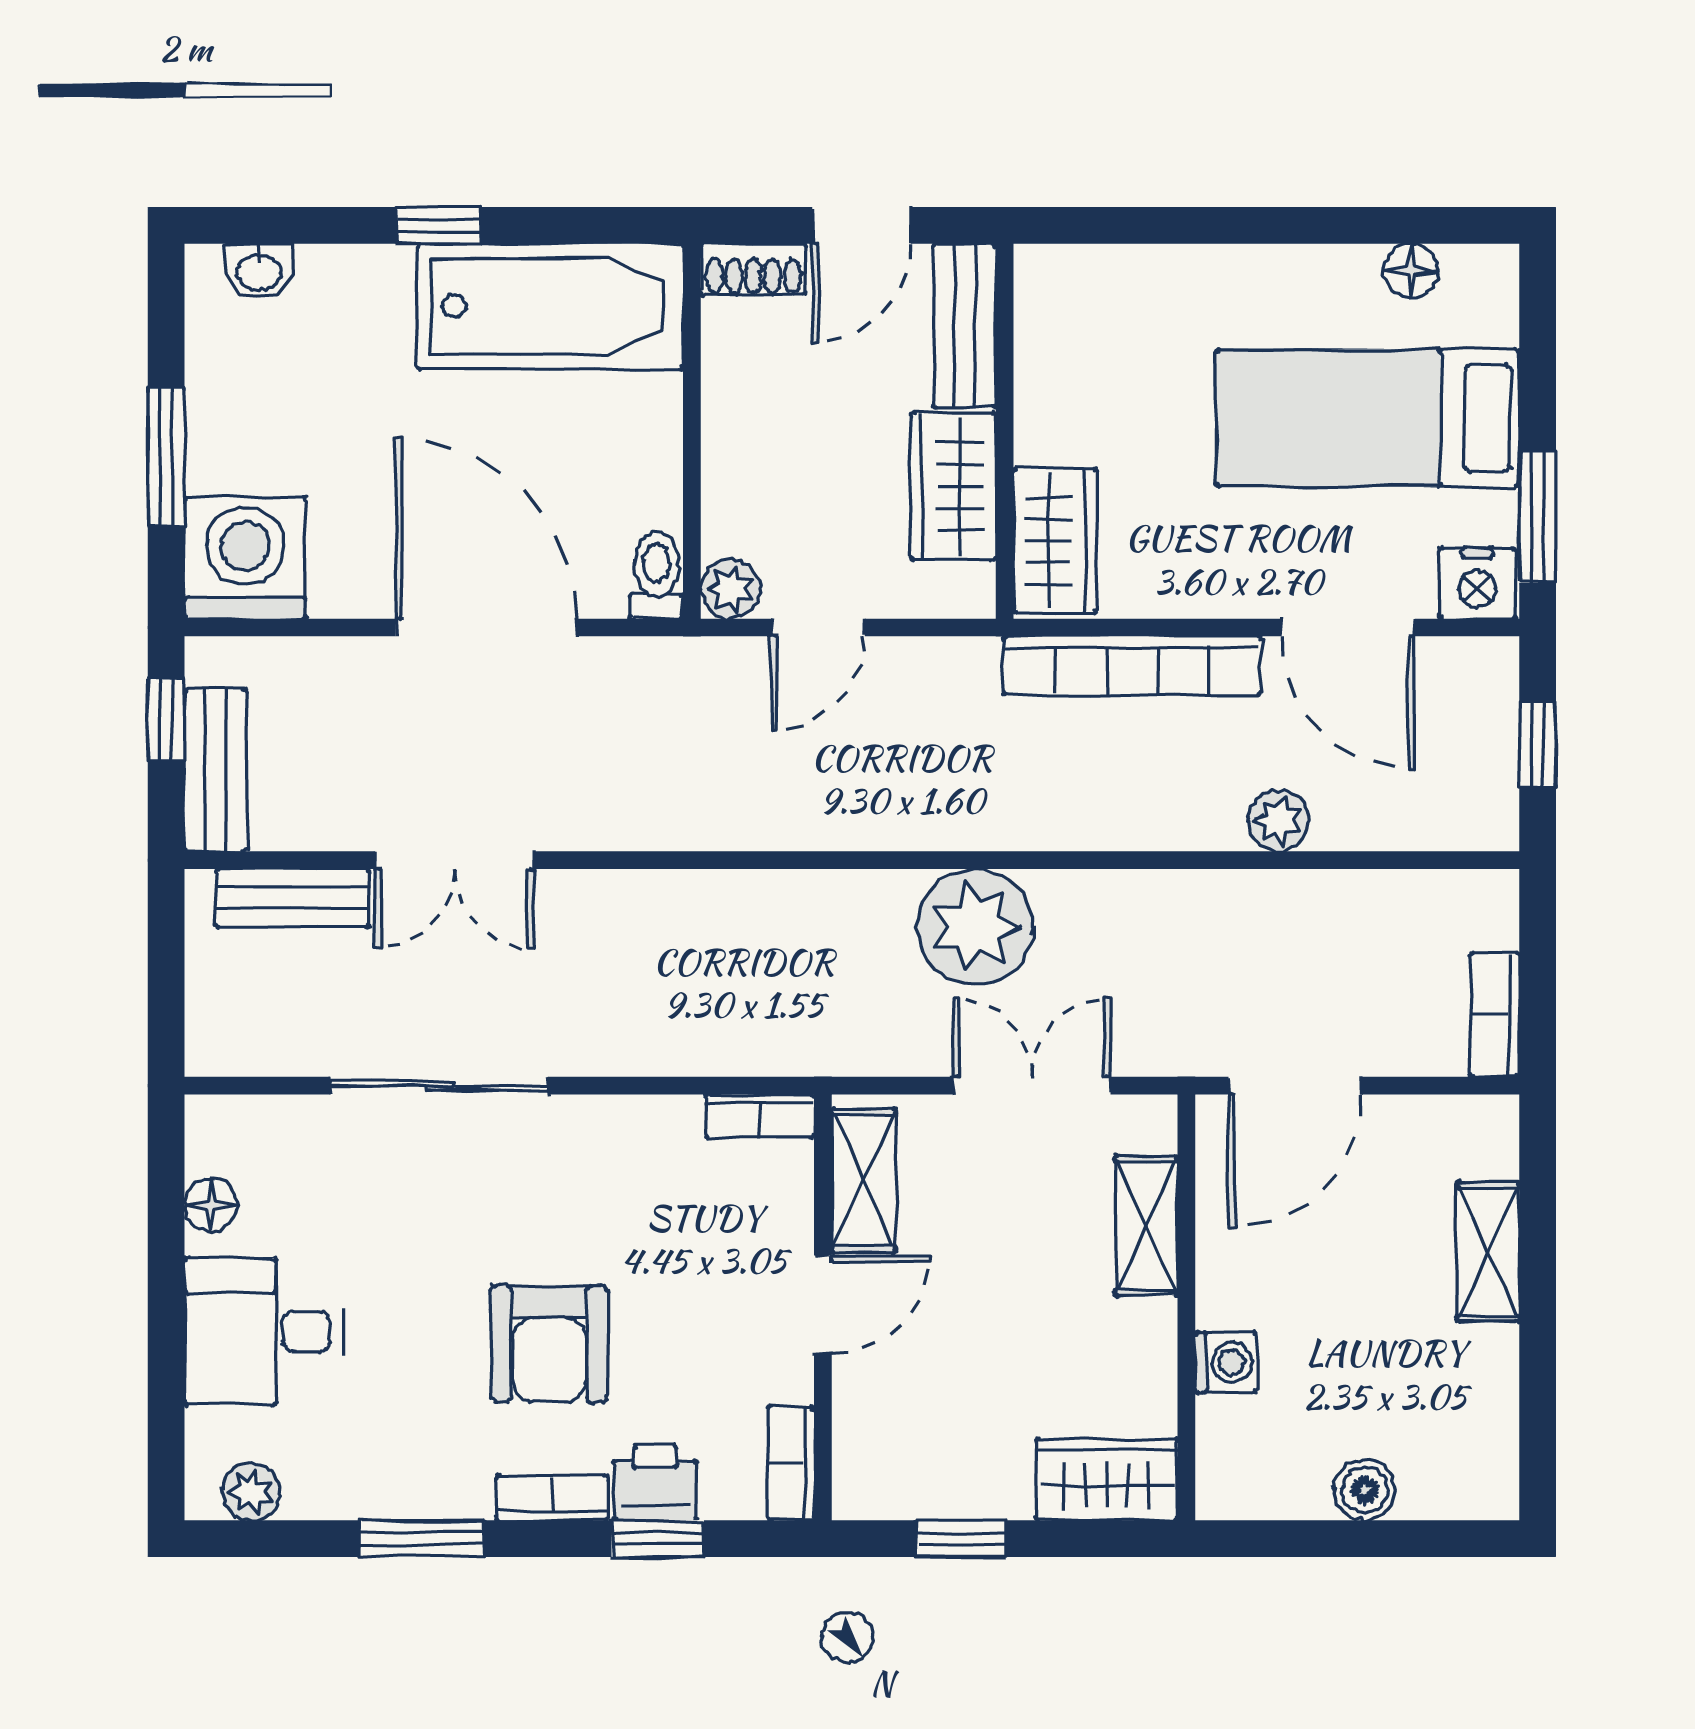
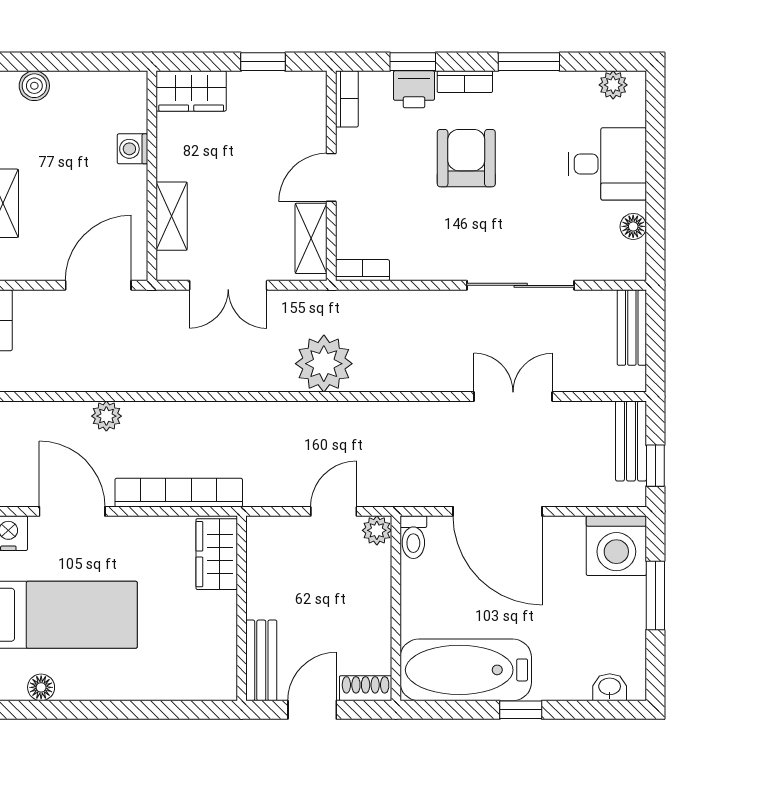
wardrobe: (953, 487) -> (267, 581), removed
bench: (292, 898) -> (632, 328), moved, turned 90
plant: (975, 927) -> (324, 364), moved
boiler: (1365, 1490) -> (34, 86), moved

